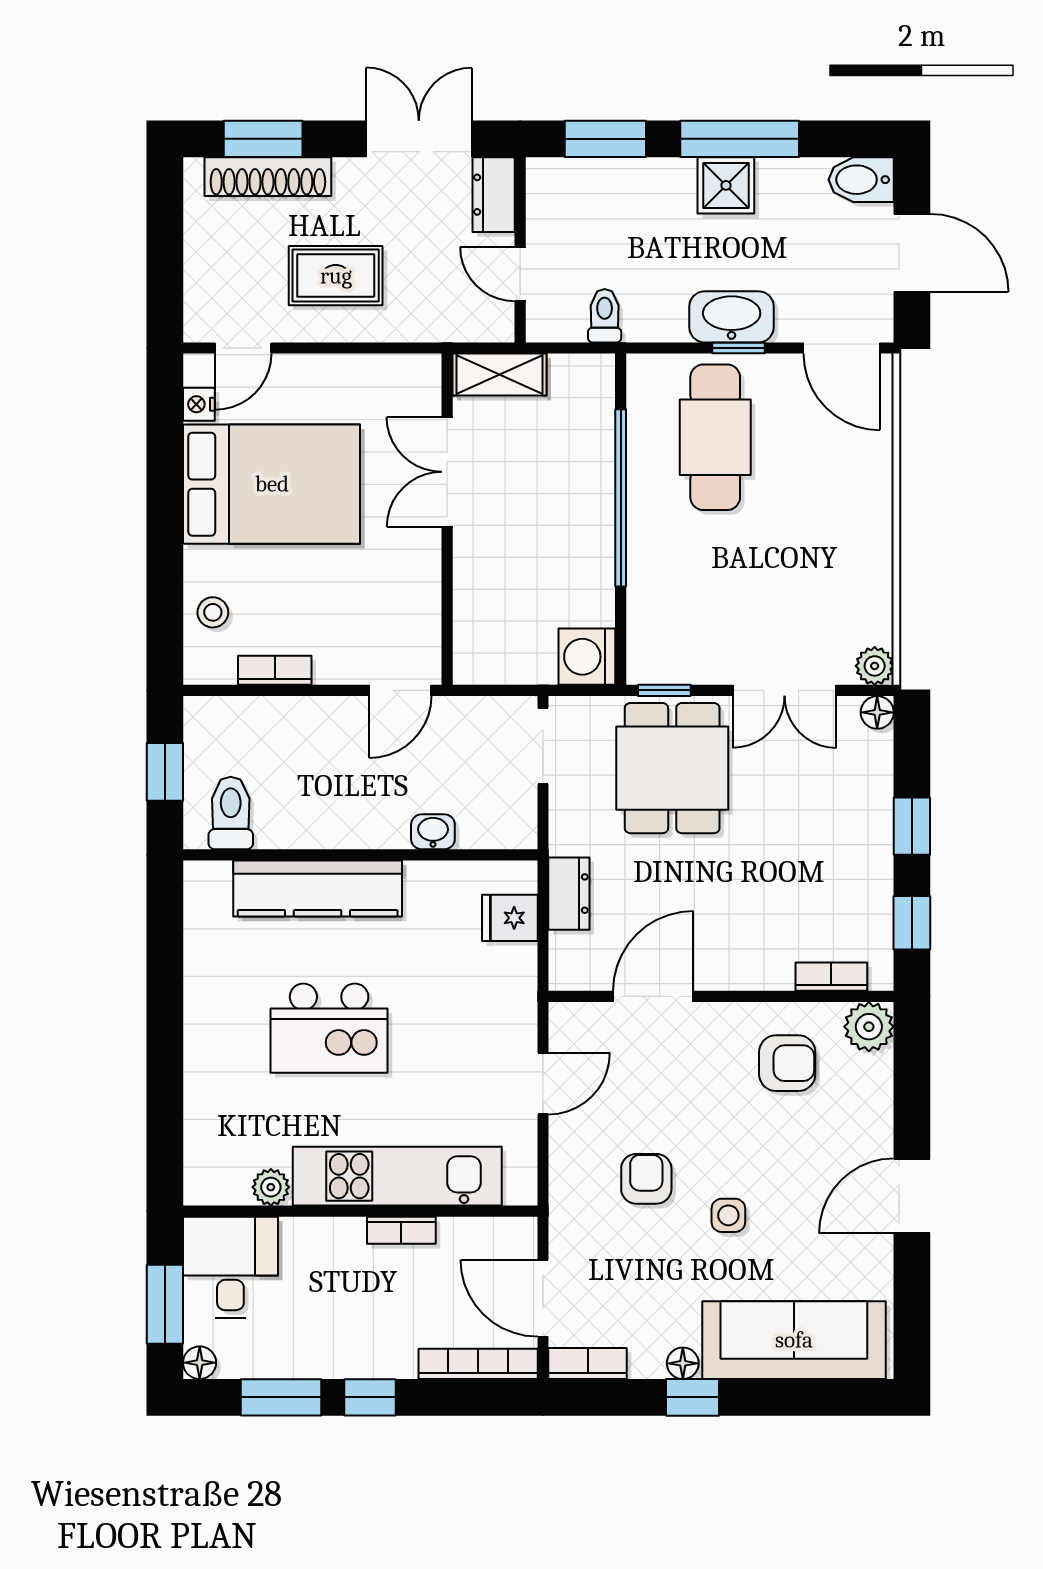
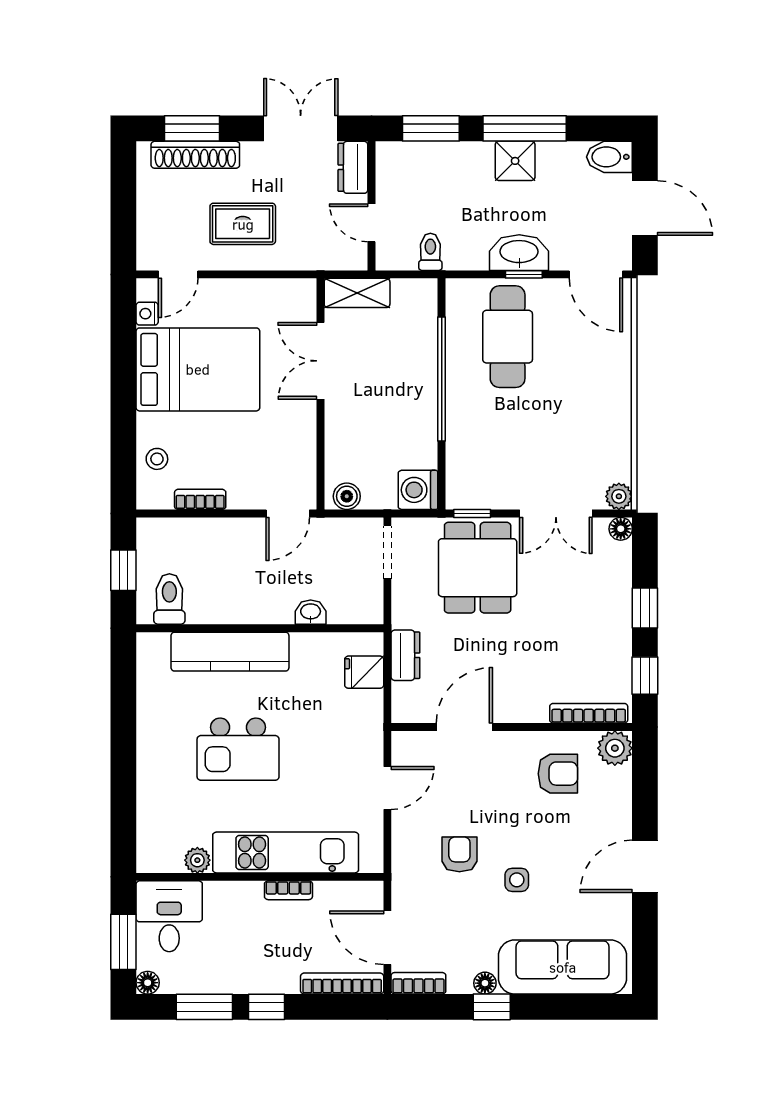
boiler: (485, 666) -> (347, 496), added
bookcase: (831, 977) -> (589, 713), width x1.56

